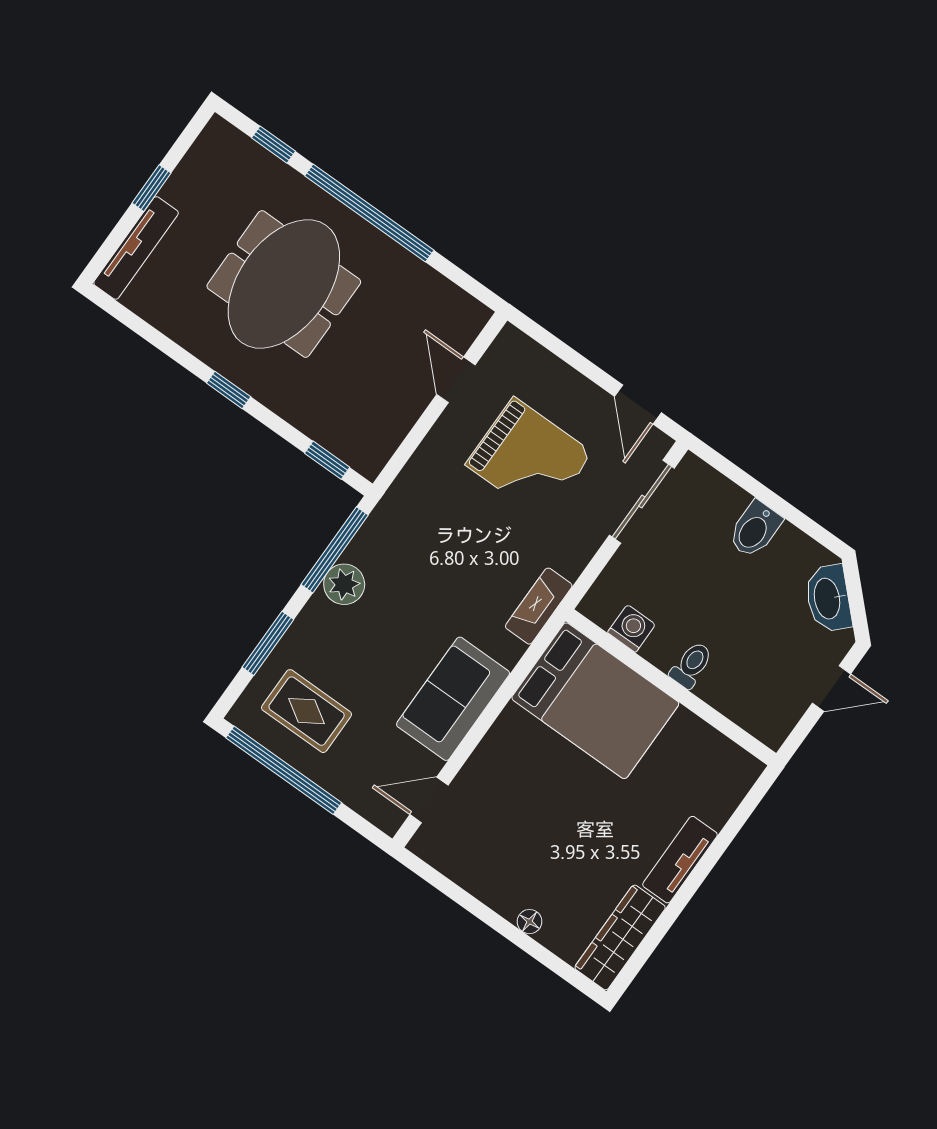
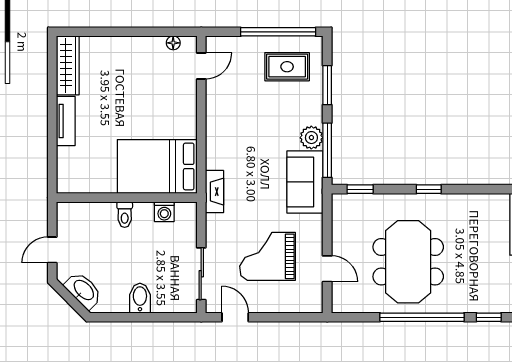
meeting table: (284, 284) -> (408, 262), moved
sofa: (453, 699) -> (305, 182), moved, turned 180
floor lamp: (529, 922) -> (173, 43), moved

